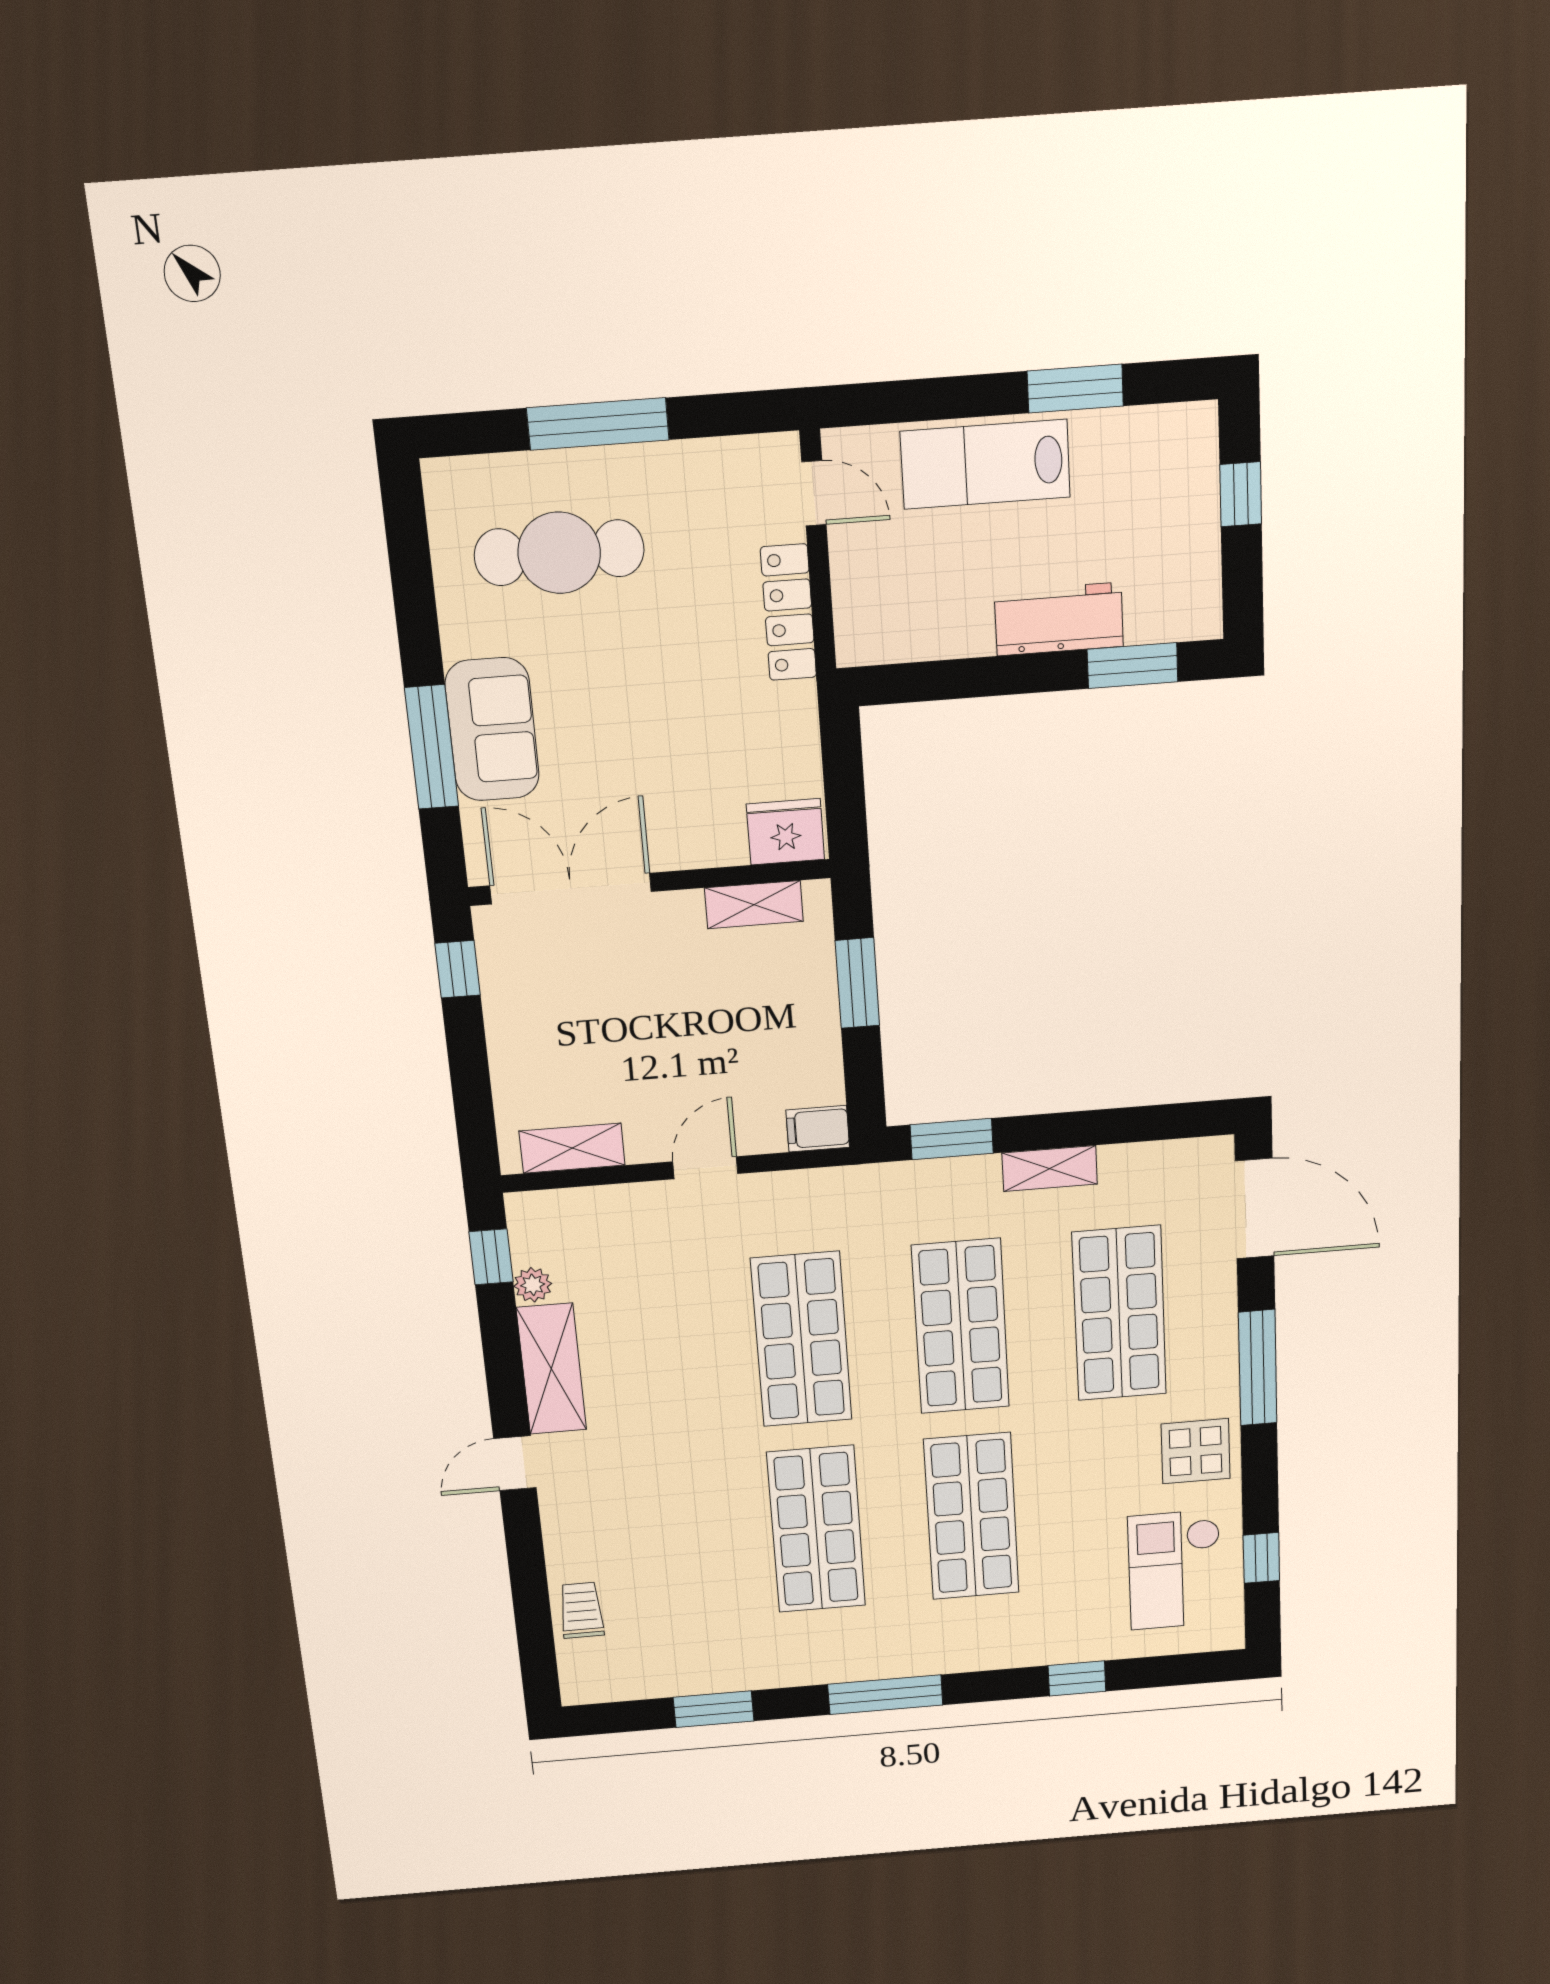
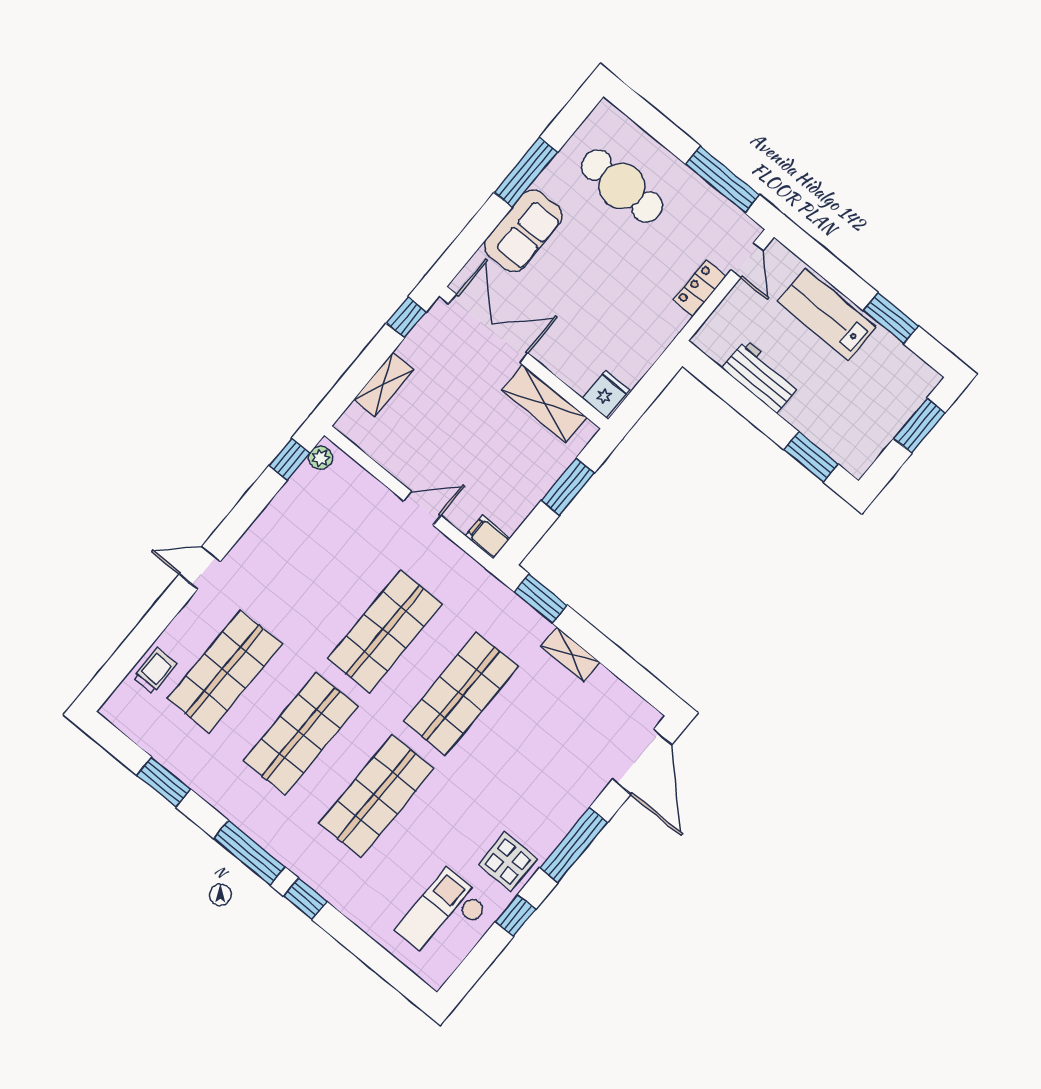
window: (598, 424) -> (722, 179), moved
window: (1241, 494) -> (919, 426), width x1.50
locker: (789, 612) -> (700, 288), width x0.66
workbench: (1059, 619) -> (761, 377), moved
window: (432, 747) -> (526, 172), moved
fridge: (785, 832) -> (606, 394), width x0.72
shelving: (754, 905) -> (544, 404), width x1.50, depth x1.33
shelving: (572, 1148) -> (384, 384), moved, turned 90
plant: (533, 1285) -> (320, 458), moved
shop shelf: (1119, 1313) -> (225, 671), moved
shelving: (551, 1369) -> (262, 538), removed
window: (1261, 1558) -> (515, 916), moved
window: (1077, 1678) -> (305, 899), moved

